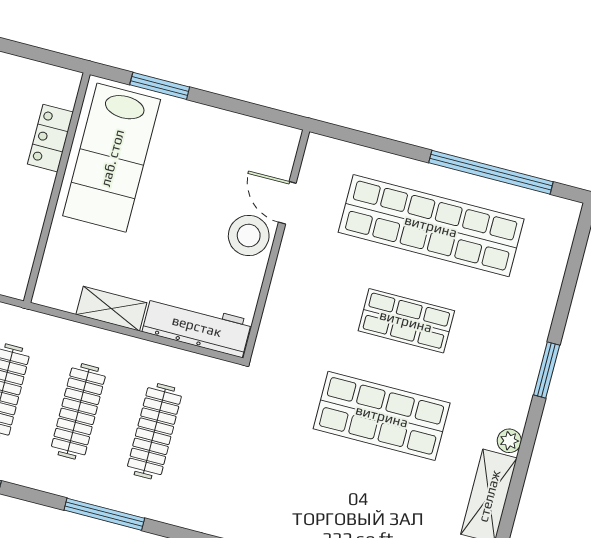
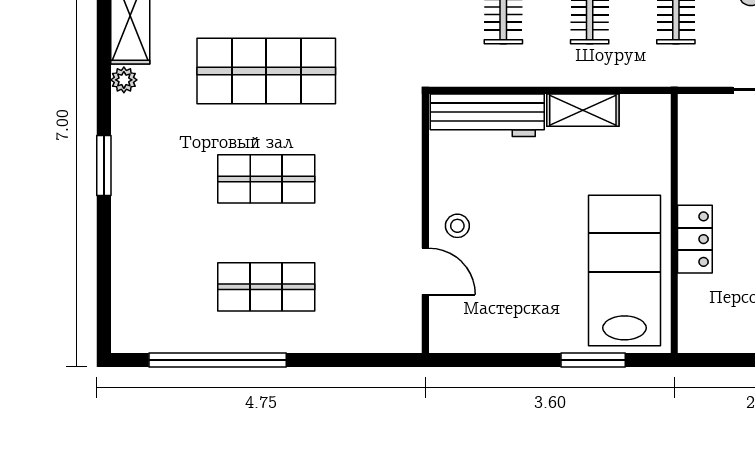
locker: (50, 138) -> (695, 239), moved
shop shelf: (431, 226) -> (266, 287), width x0.50, depth x0.74
stool: (249, 236) -> (457, 226), width x0.53, depth x0.53

